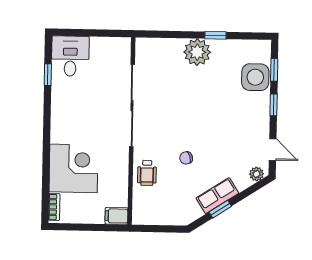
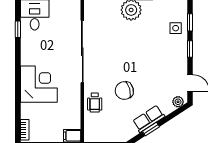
side table: (255, 77) -> (176, 28), width x0.54, depth x0.54
chair: (186, 158) -> (124, 91), width x1.87, depth x1.87
corner desk: (74, 168) -> (39, 84), moved

